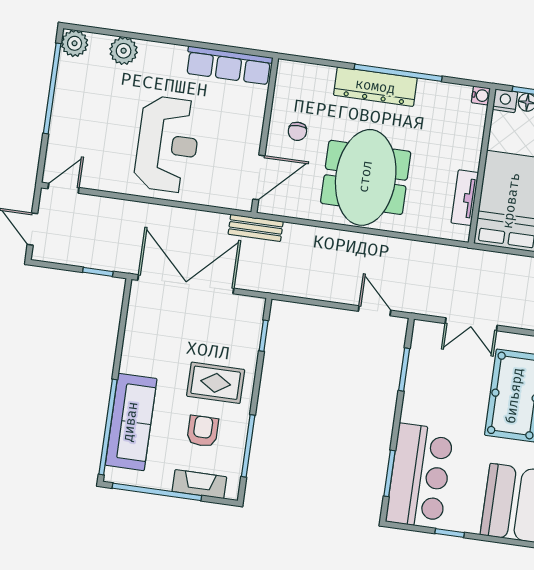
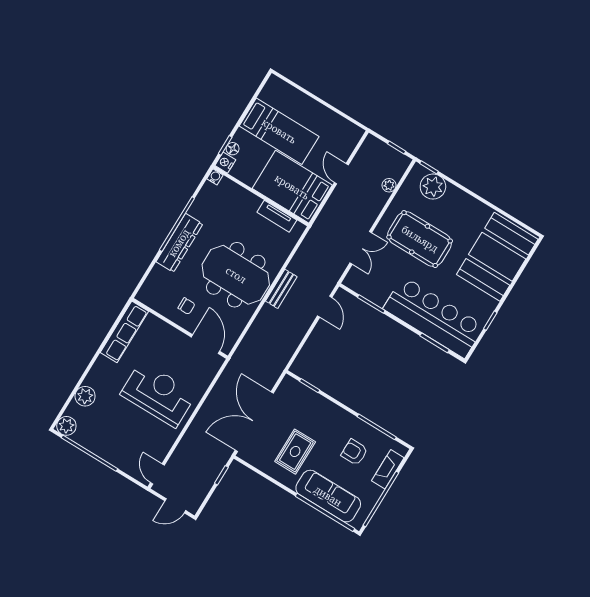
bench: (256, 228) -> (281, 289), moved
door: (375, 311) -> (325, 307), swing flipped
rug: (216, 383) -> (295, 452), moved
bar counter: (420, 476) -> (434, 317), width x1.36

